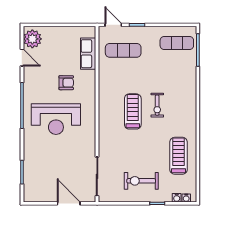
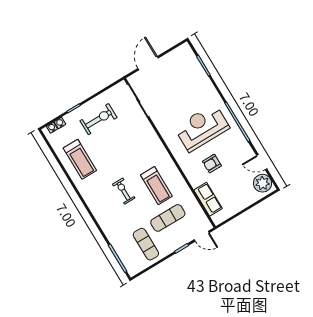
exercise mat: (177, 43) -> (146, 244), moved, turned 90
exercise mat: (123, 50) -> (168, 218), moved
treadmill: (133, 111) -> (156, 186), moved
door: (69, 203) -> (148, 63), swing flipped

